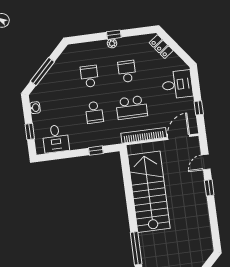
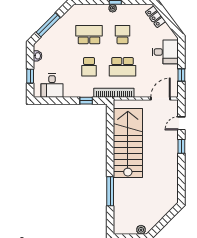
school desk: (89, 76) -> (89, 35), width x1.85
bookcase: (144, 135) -> (114, 93), moved

